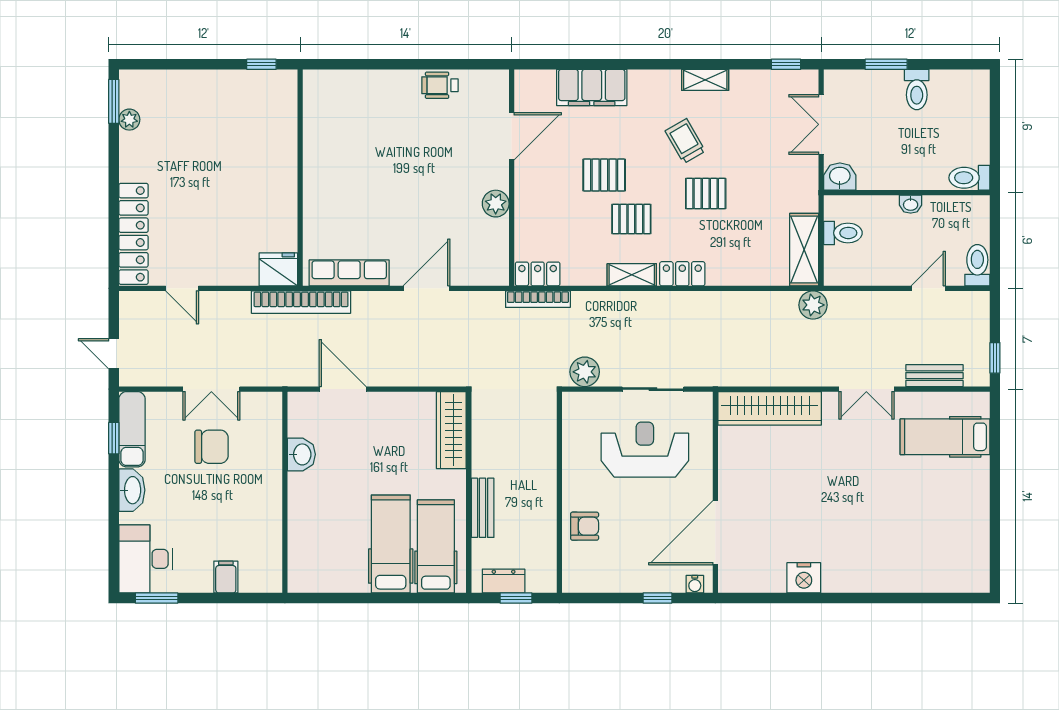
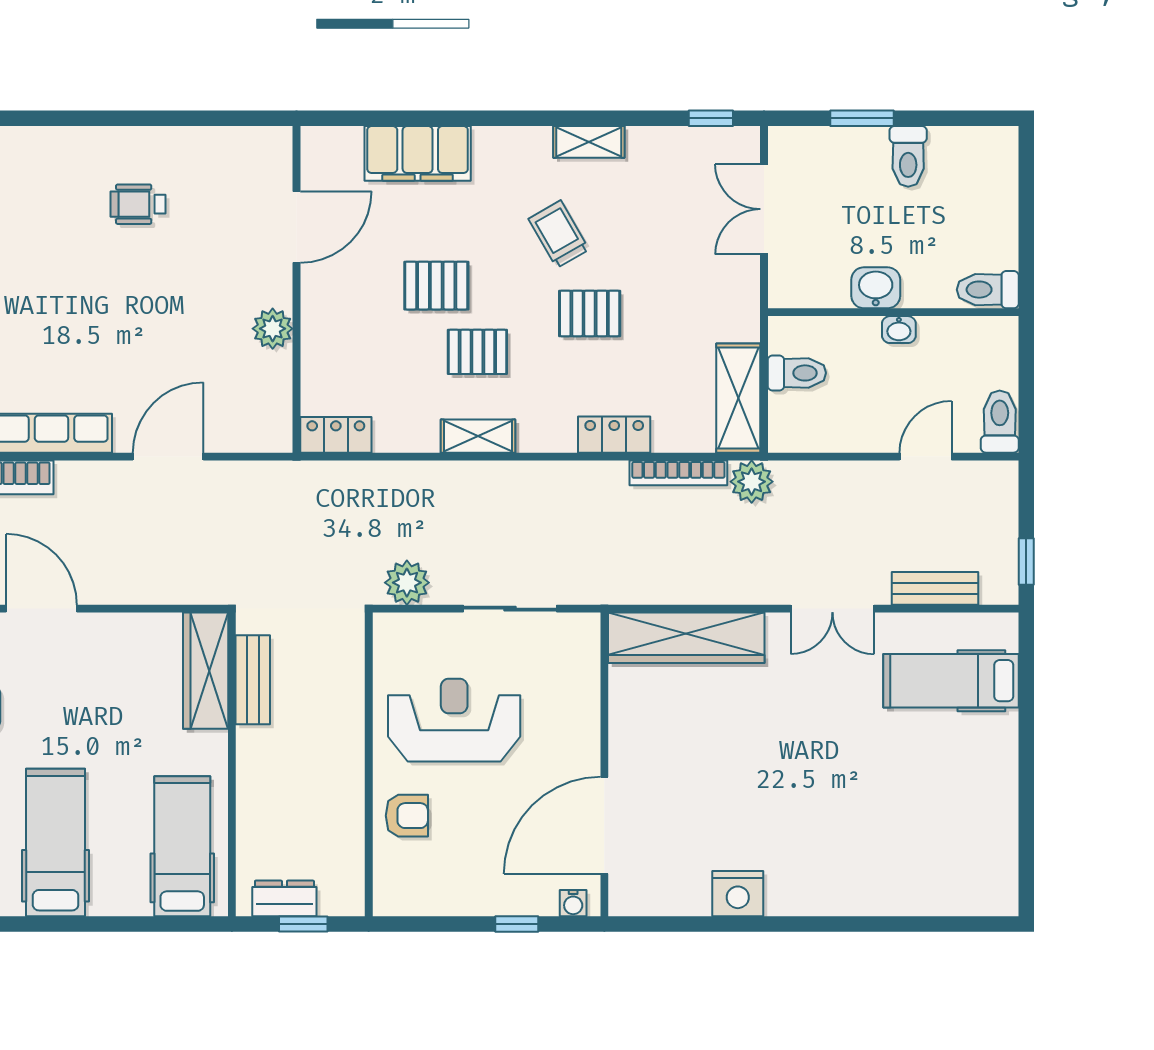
wheelchair: (440, 85) -> (138, 204), moved
washbasin: (840, 177) -> (876, 288), moved
locker: (682, 274) -> (614, 435), moved
bookcase: (538, 299) -> (678, 473), moved
reception desk: (645, 450) -> (454, 720), moved
bench: (483, 508) -> (253, 680), moved
hospital bed: (391, 544) -> (56, 843), moved

